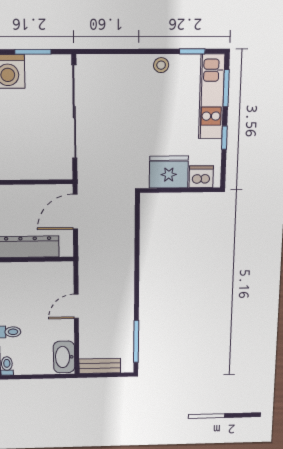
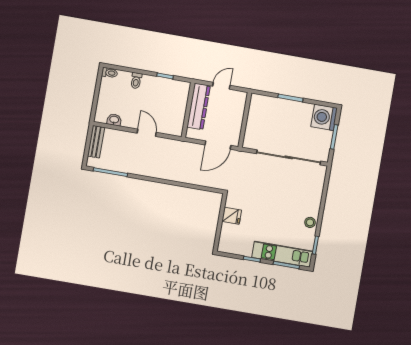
fridge: (169, 172) -> (232, 216), width x0.53, depth x0.75
dishwasher: (201, 177) -> (227, 239), removed
door: (75, 212) -> (218, 145), swing flipped
washbasin: (64, 357) -> (114, 120), width x0.52, depth x0.69

